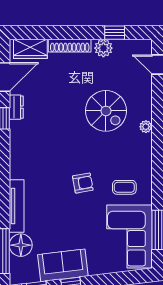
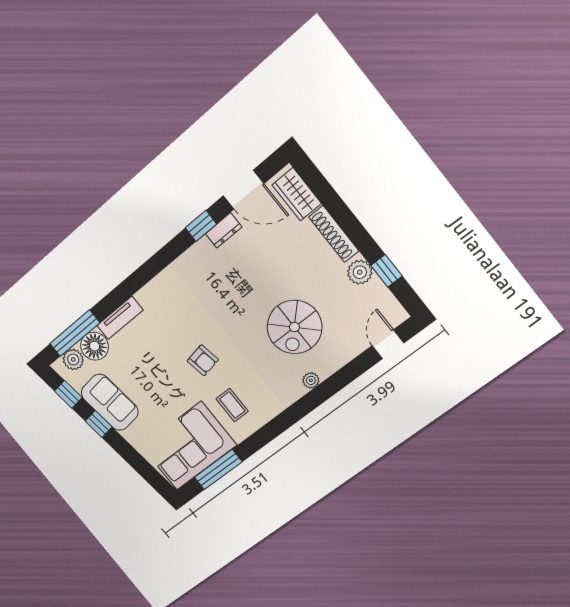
tv unit: (17, 206) -> (120, 318), width x0.71
plant: (18, 266) -> (73, 359), added

